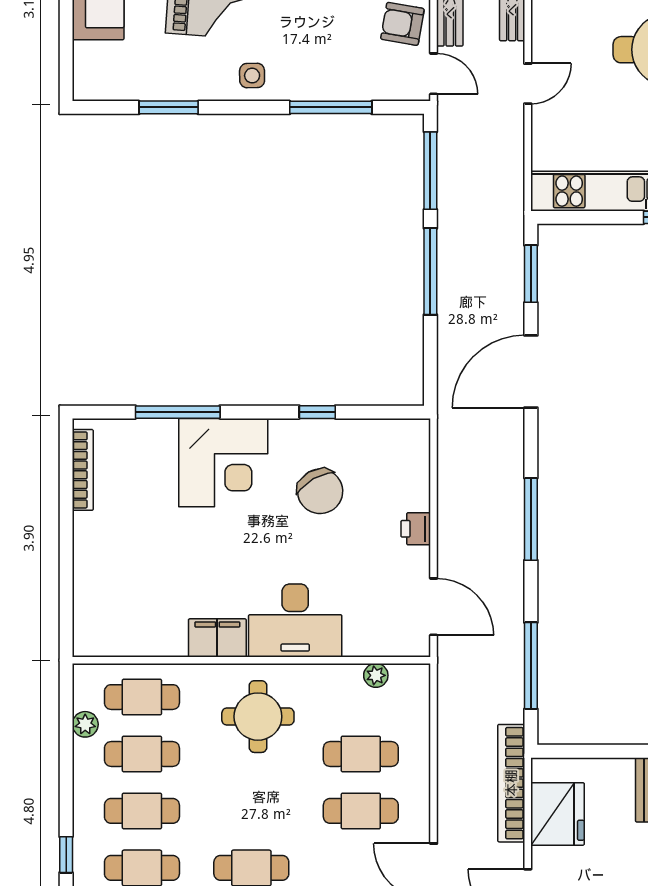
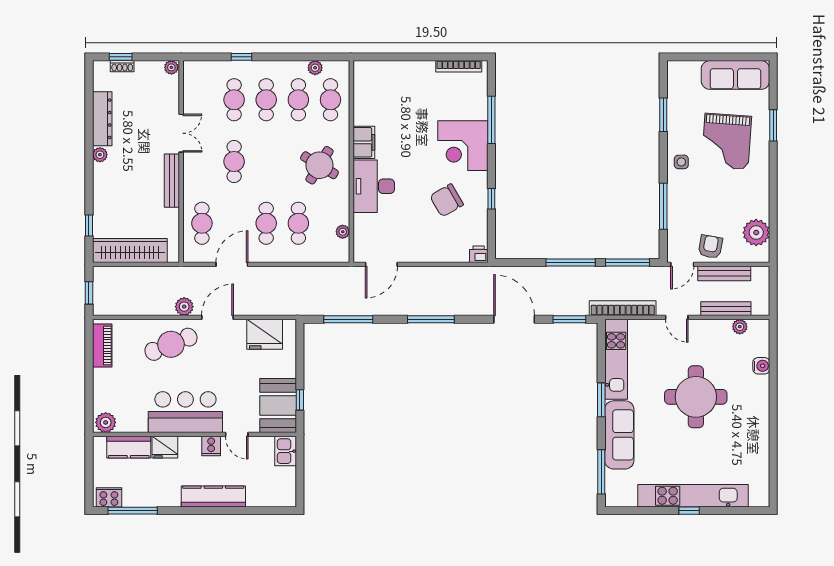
printer: (416, 529) -> (479, 254), moved
round table: (258, 717) -> (319, 165), turned 31
bookcase: (511, 783) -> (623, 308), moved

